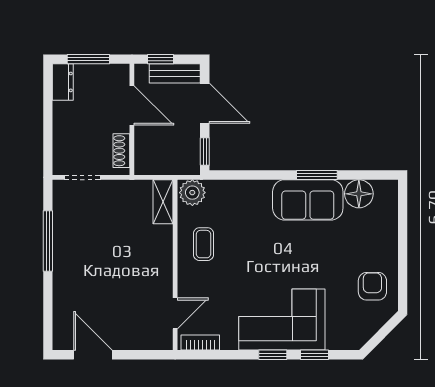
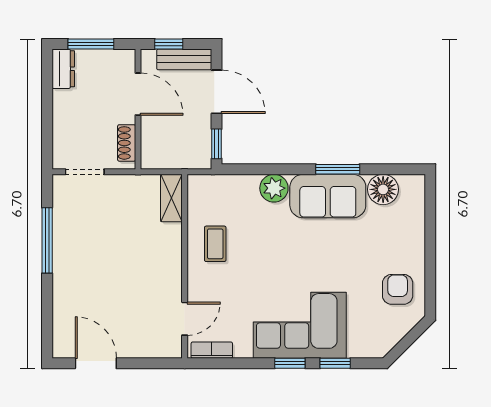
plant: (192, 193) -> (274, 188), moved

